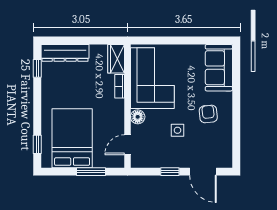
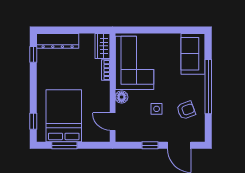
window: (236, 105) -> (208, 87), added
armchair: (208, 114) -> (186, 110), moved, turned 76
door: (128, 145) -> (113, 122), hinge flipped
window: (91, 172) -> (64, 145), moved

